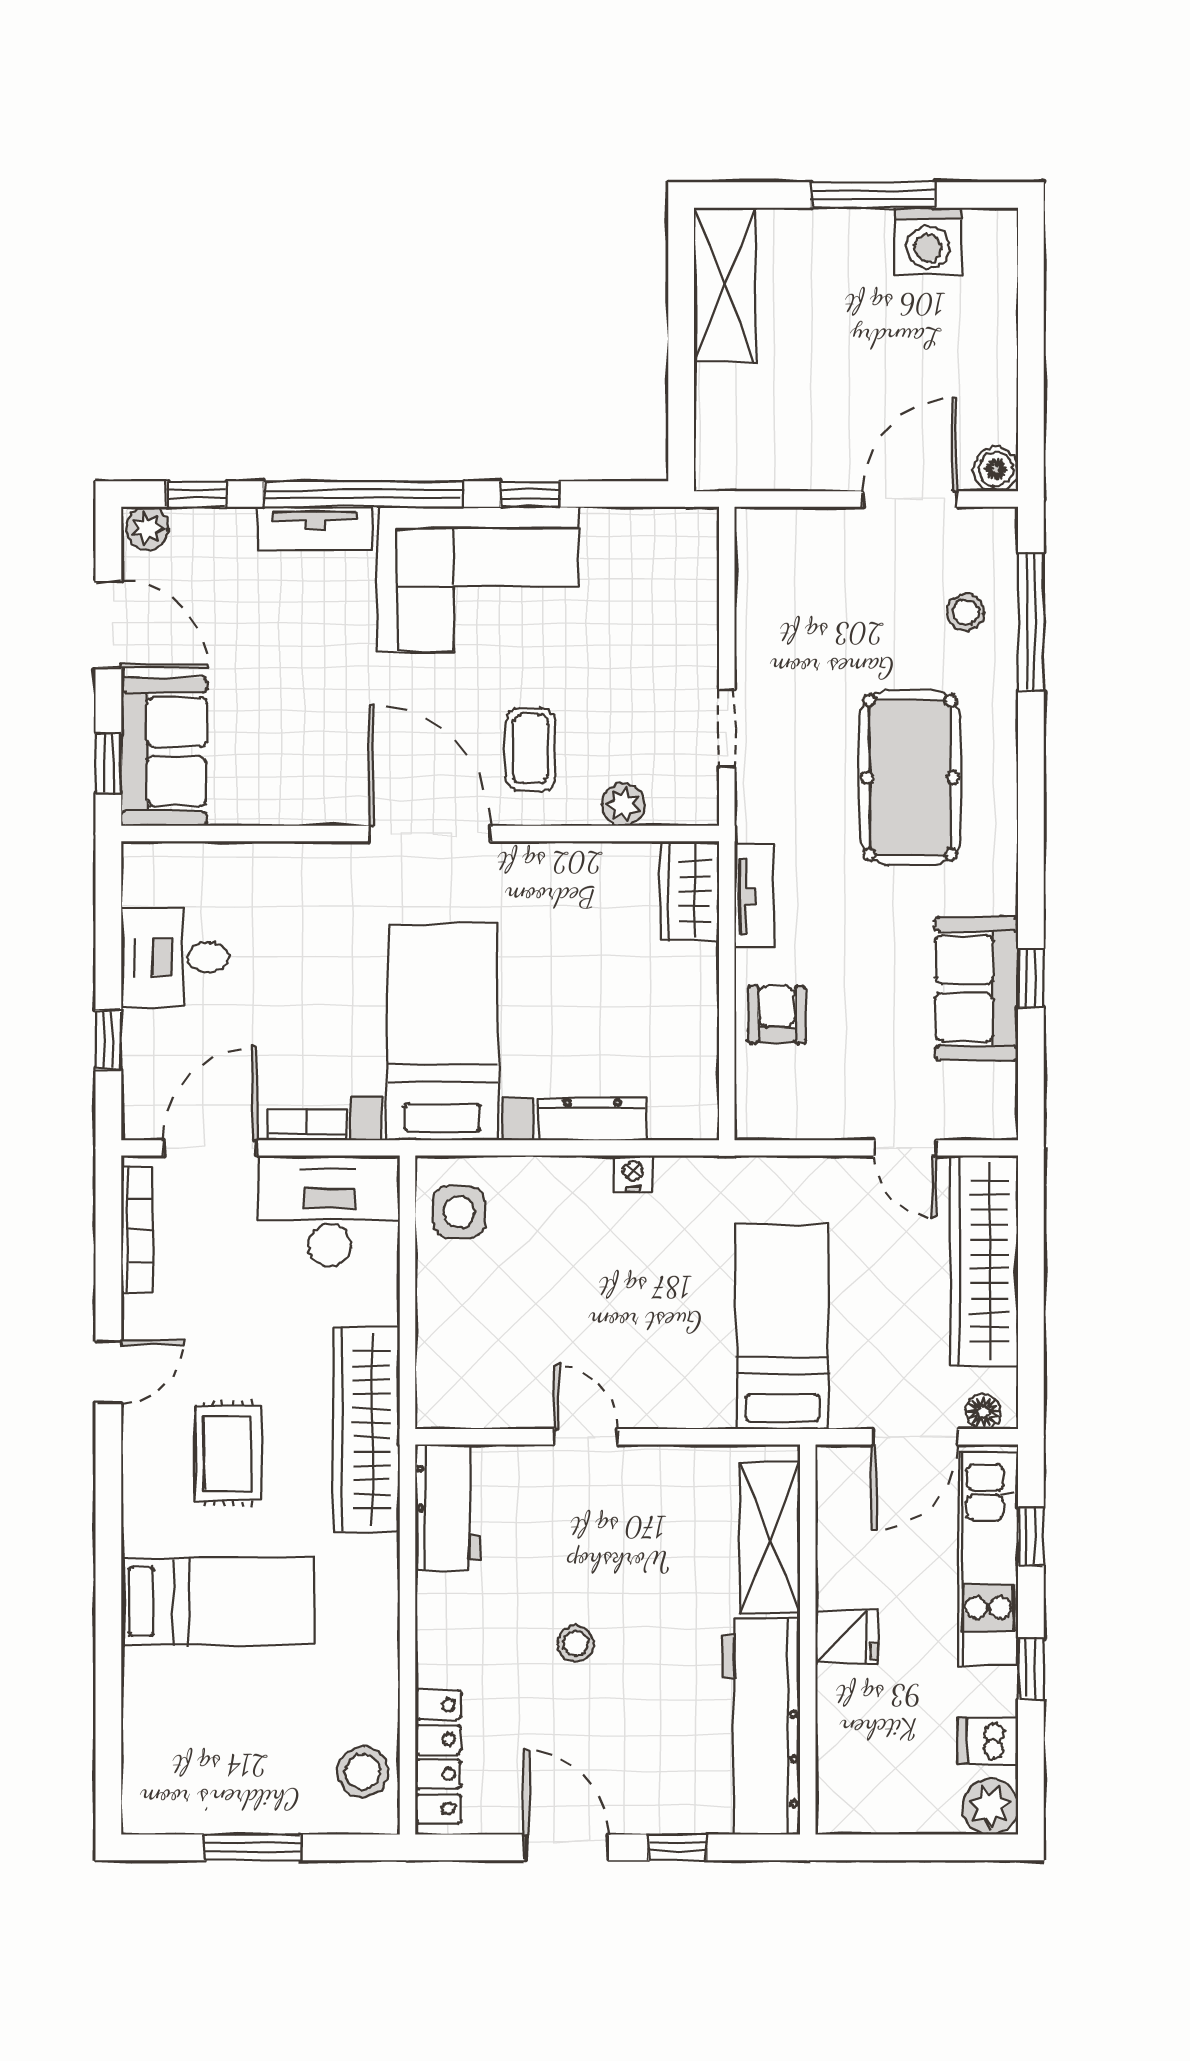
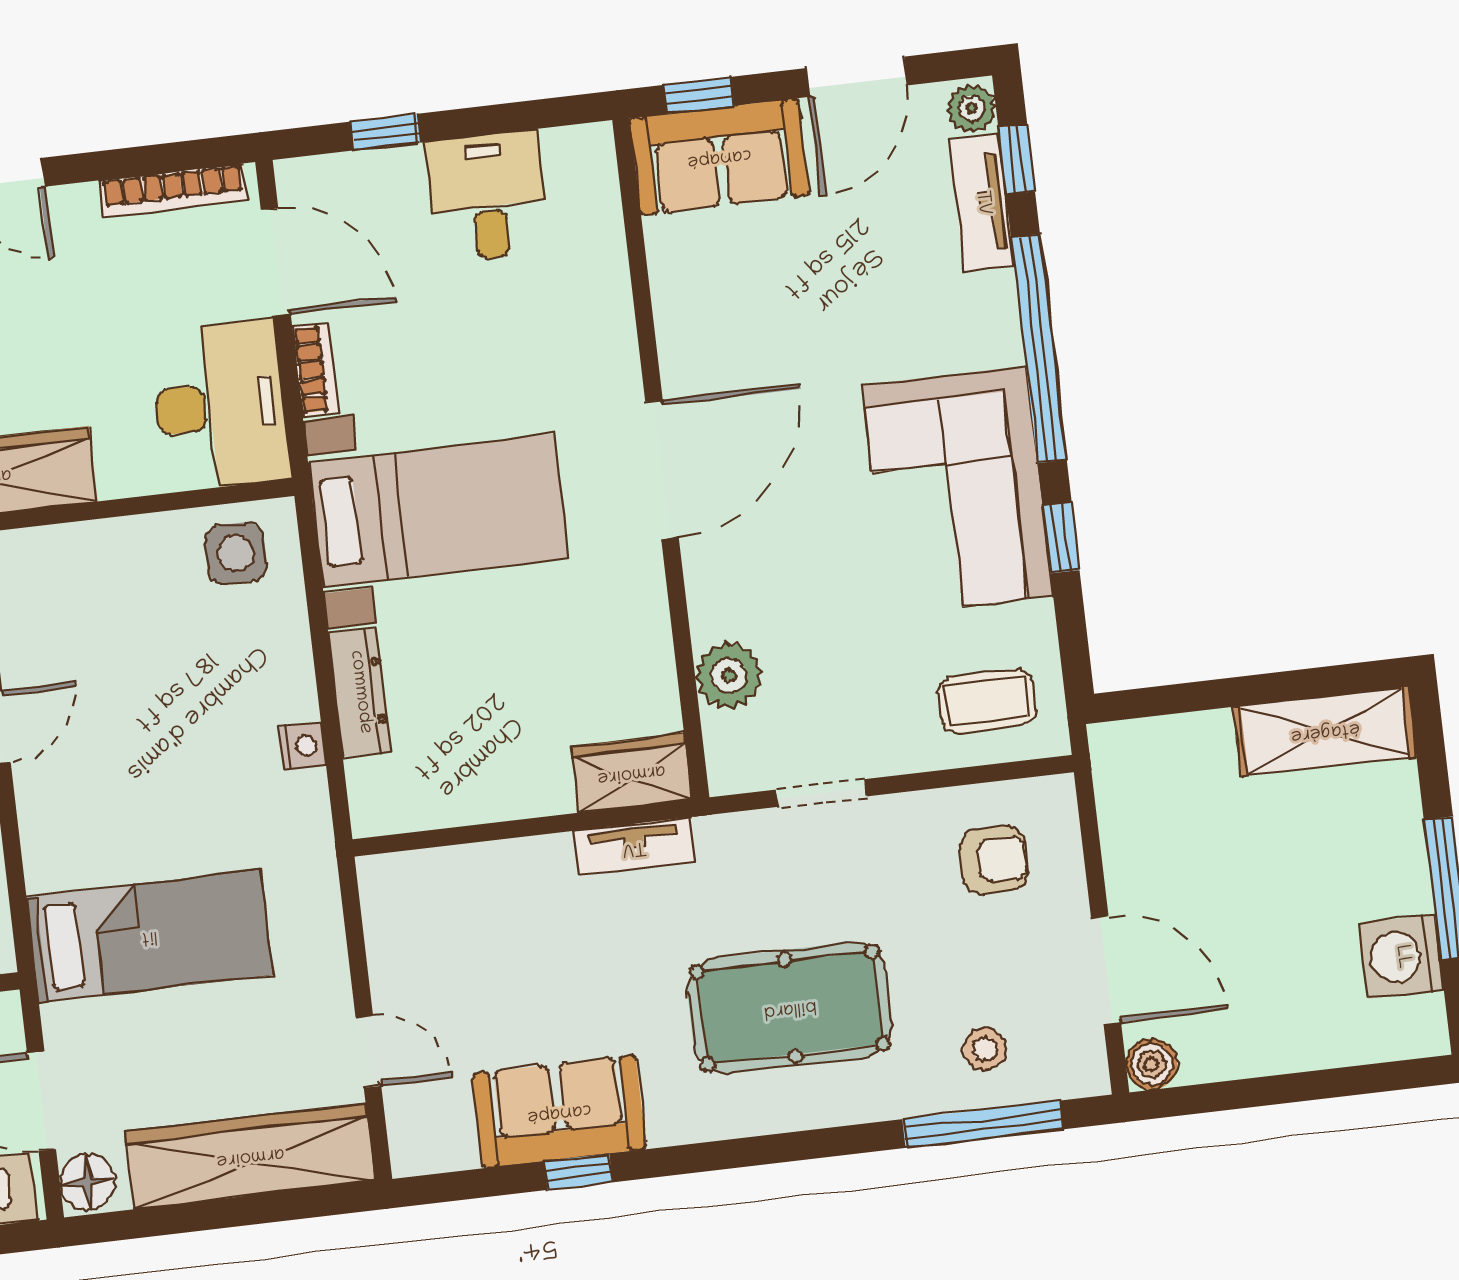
tv unit: (315, 529) -> (982, 203), moved
coffee table: (530, 749) -> (987, 701), moved
plant: (623, 805) -> (729, 675), width x1.38, depth x1.38
armchair: (777, 1015) -> (994, 860), moved
door: (905, 1148) -> (368, 1052), swing flipped
floor lamp: (983, 1412) -> (88, 1182), width x1.37, depth x1.37

